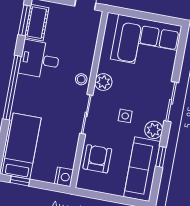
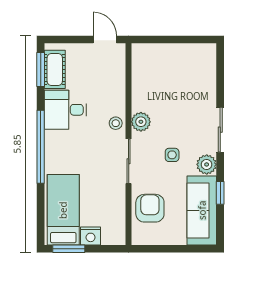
corner sofa: (146, 42) -> (180, 69), removed
nightstand: (64, 177) -> (91, 236), moved, turned 90
window: (20, 181) -> (69, 249), width x1.50

